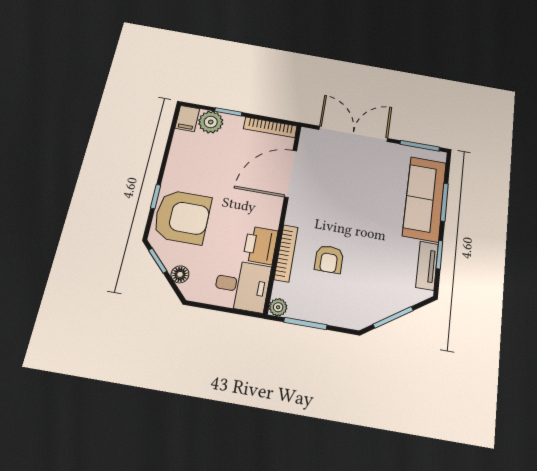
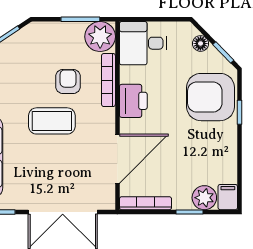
coffee table: (352, 222) -> (52, 121), added
printer: (260, 245) -> (133, 101), moved
plant: (278, 307) -> (100, 37), width x1.87, depth x1.87

